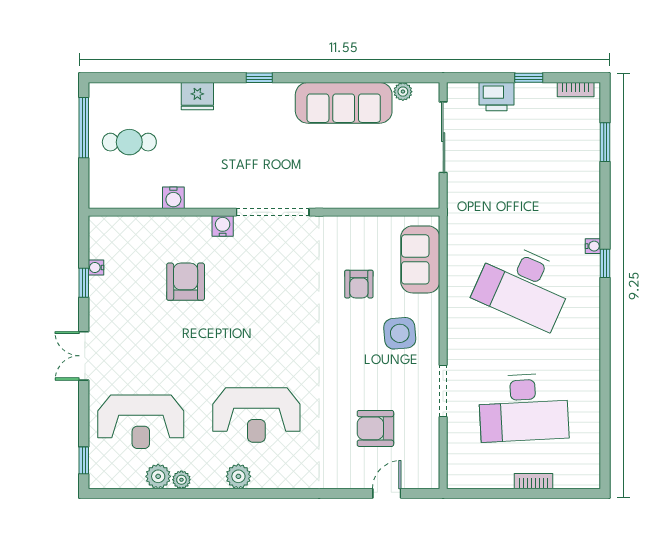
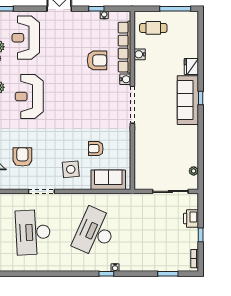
sofa: (344, 103) -> (188, 100), moved
cafe table: (129, 142) -> (153, 28), moved, turned 90
row of seats: (159, 228) -> (124, 47), added

